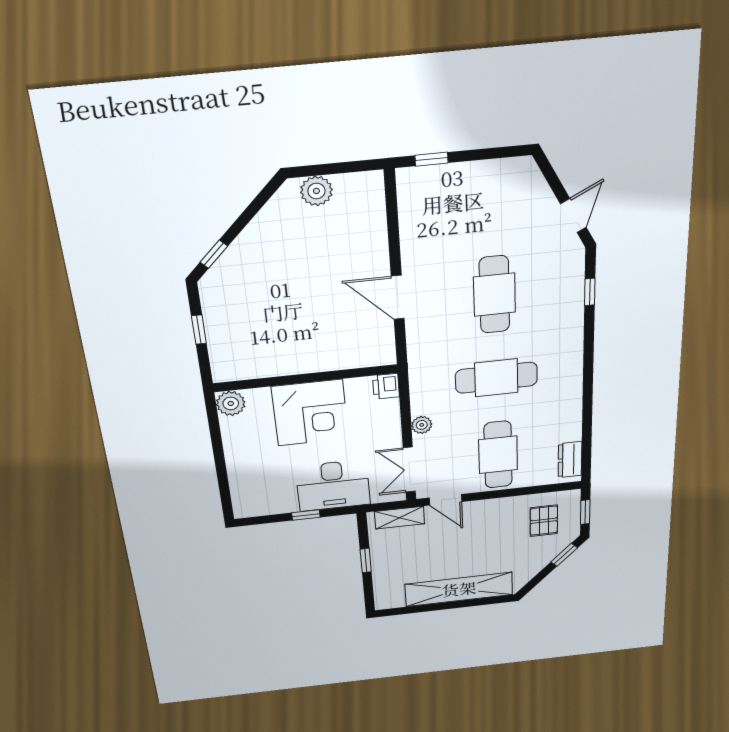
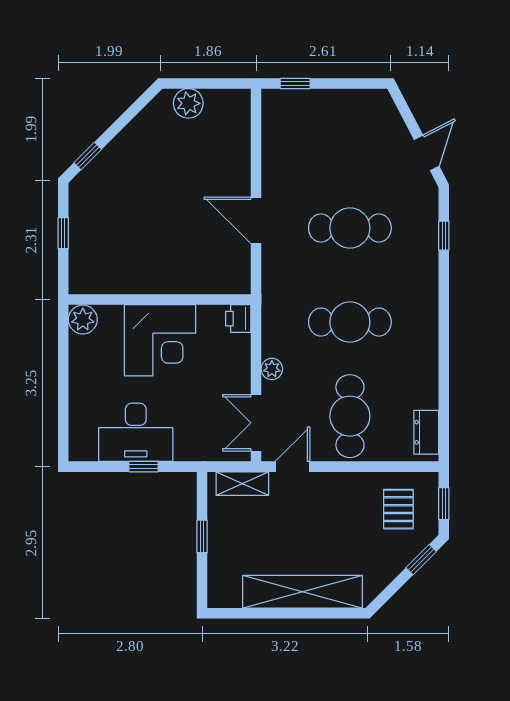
cafe table: (494, 295) -> (350, 228), turned 90
desk: (333, 485) -> (136, 432), moved
door: (446, 500) -> (293, 467), swing flipped

